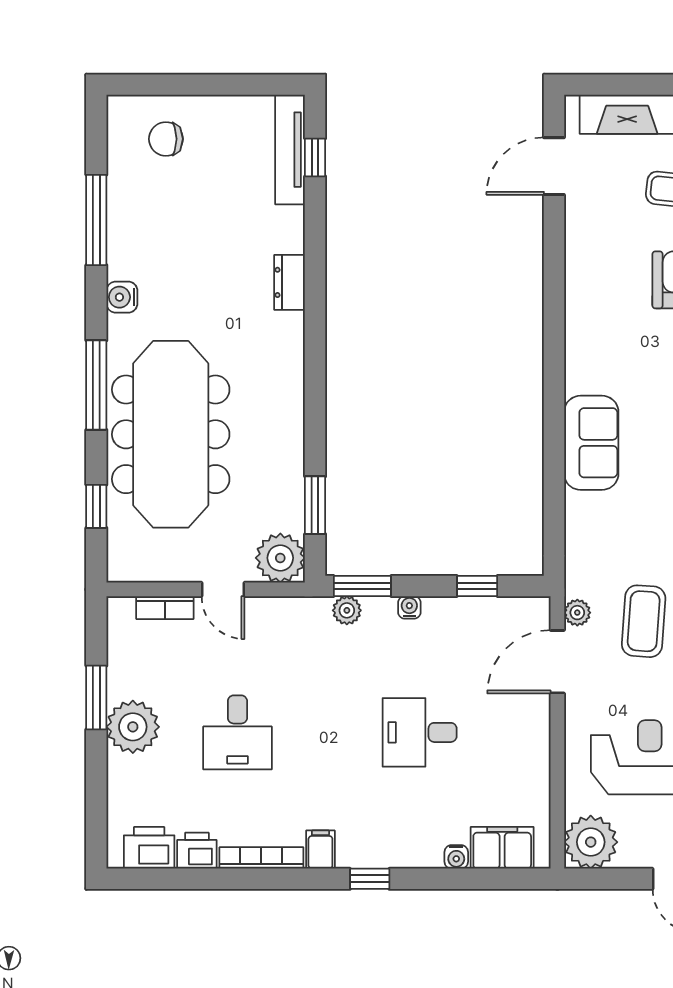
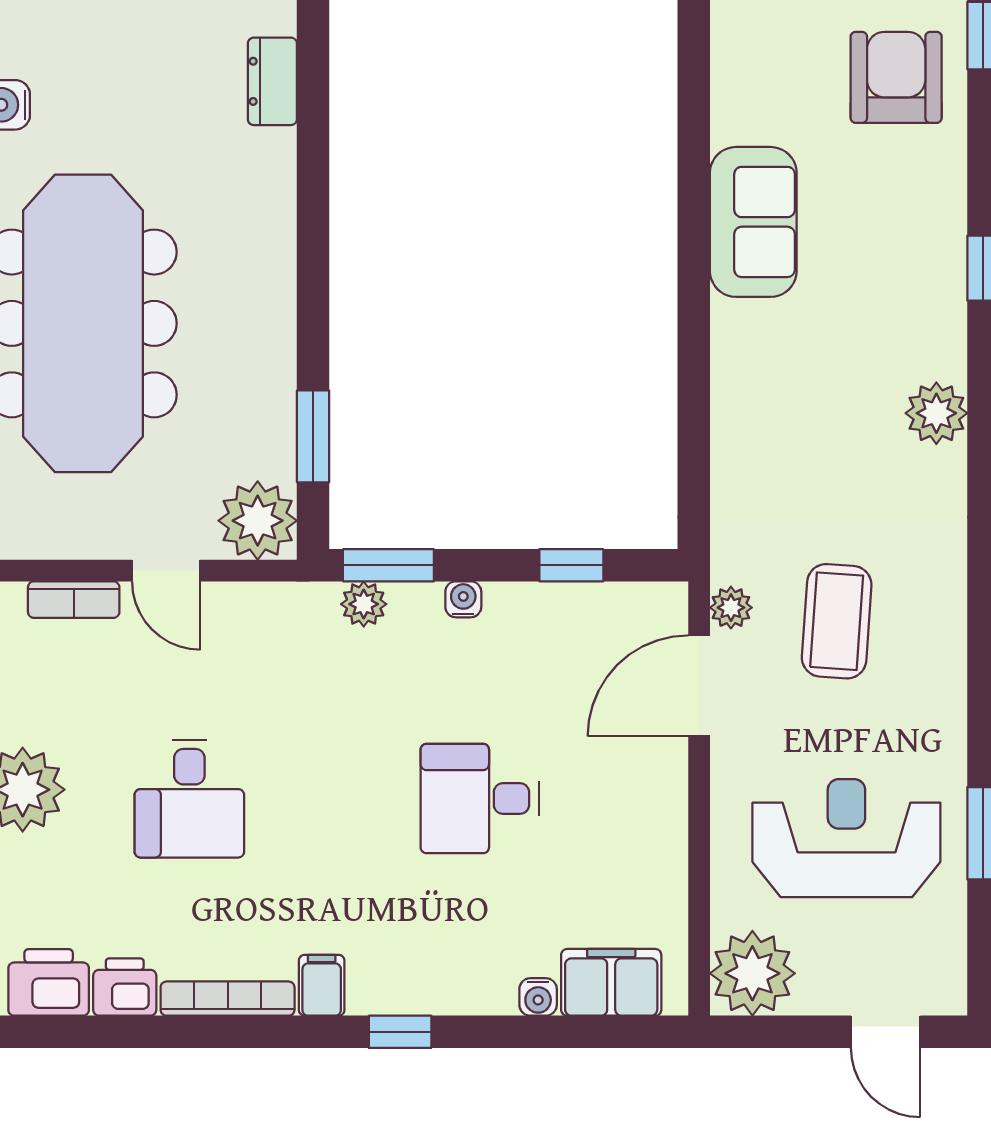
sofa: (591, 443) -> (753, 222), moved

